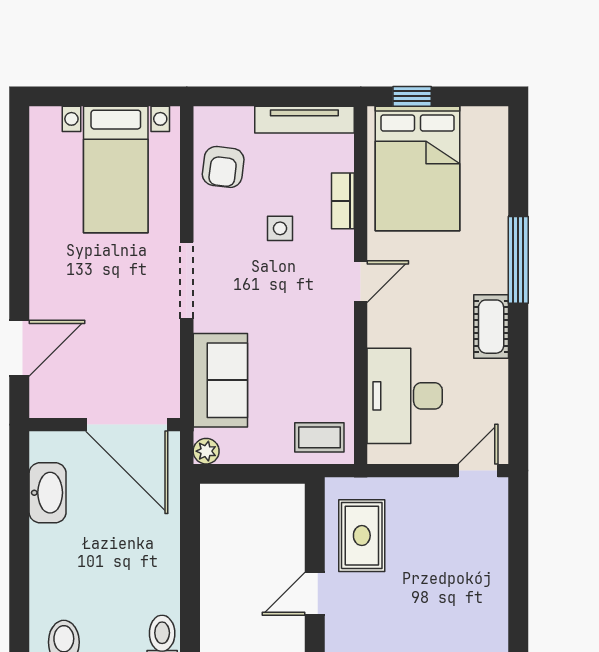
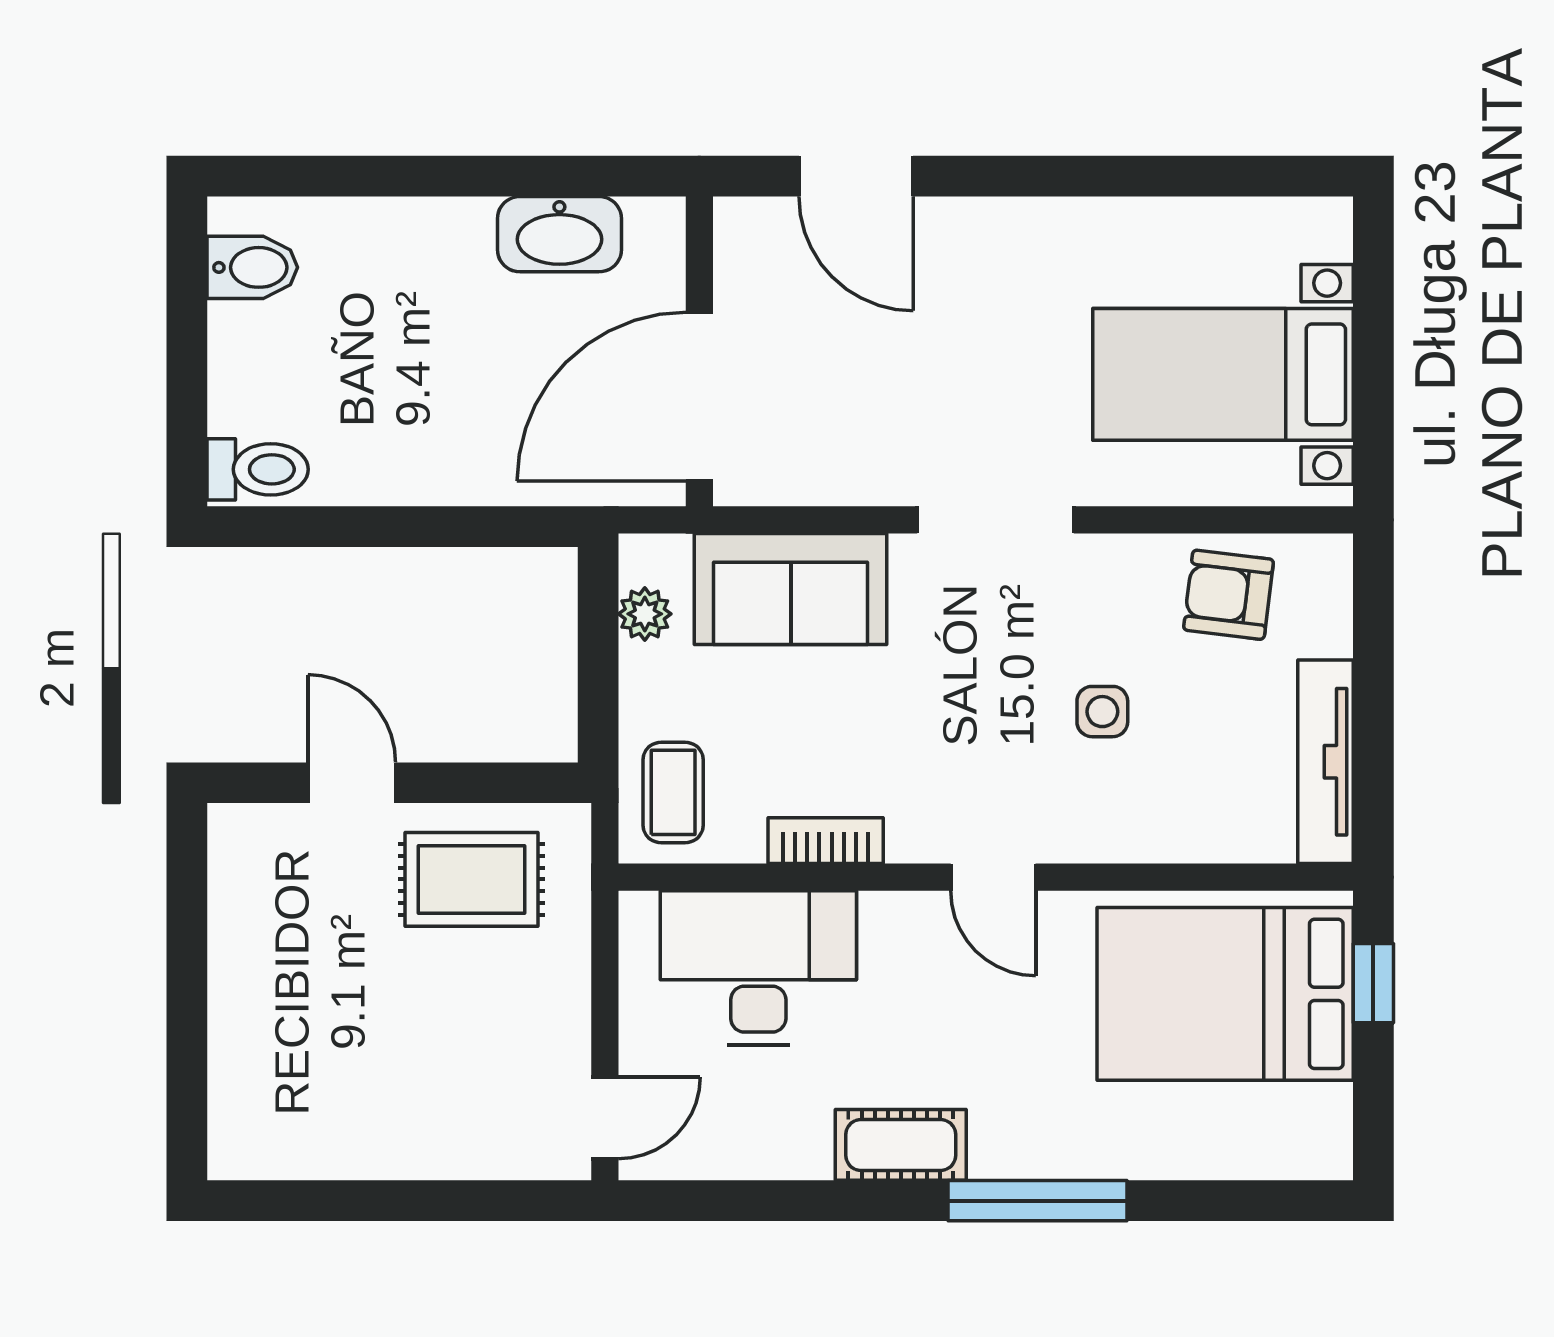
bookcase: (343, 201) -> (826, 841), moved
plant: (206, 451) -> (645, 614), moved
door: (478, 471) -> (605, 1118), hinge flipped

